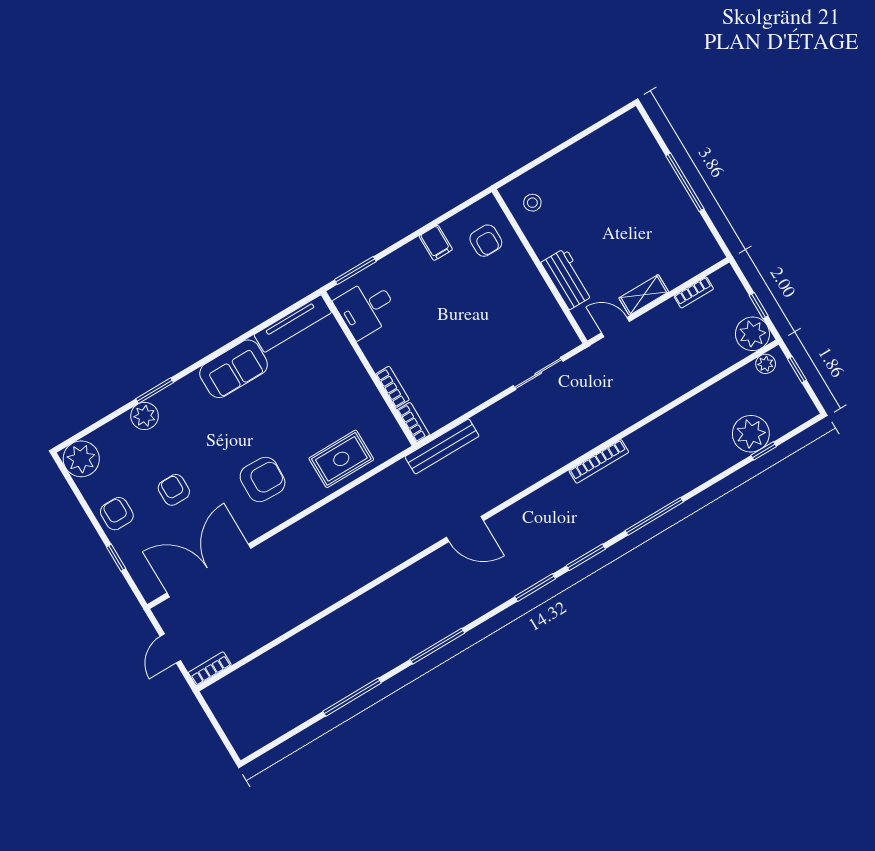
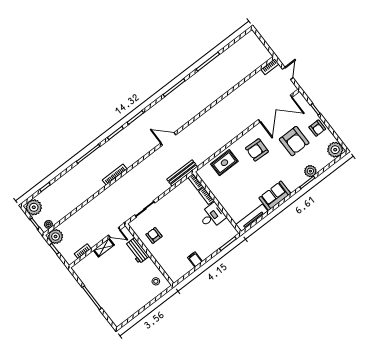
armchair: (486, 241) -> (154, 235), moved
desk: (366, 308) -> (212, 216), moved
plant: (751, 434) -> (34, 207), moved
armchair: (174, 490) -> (294, 141), width x1.88, depth x1.88

